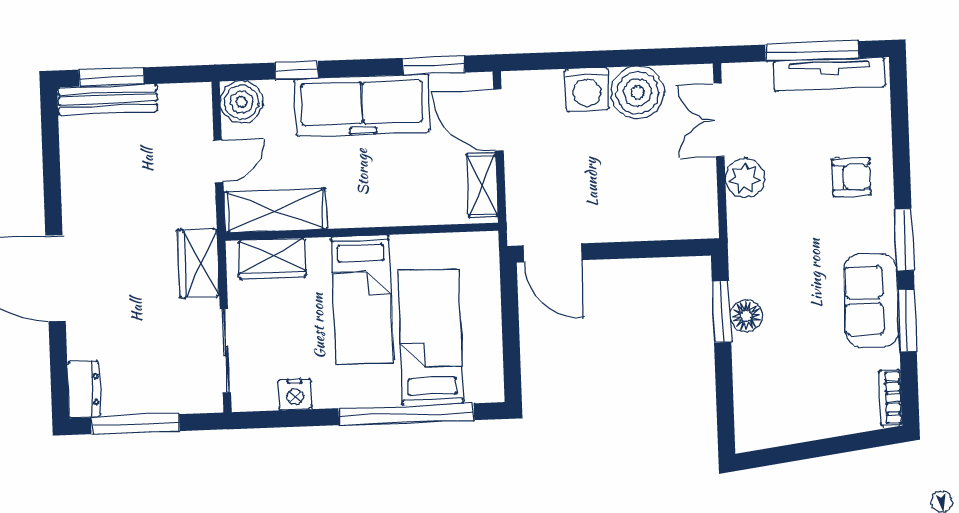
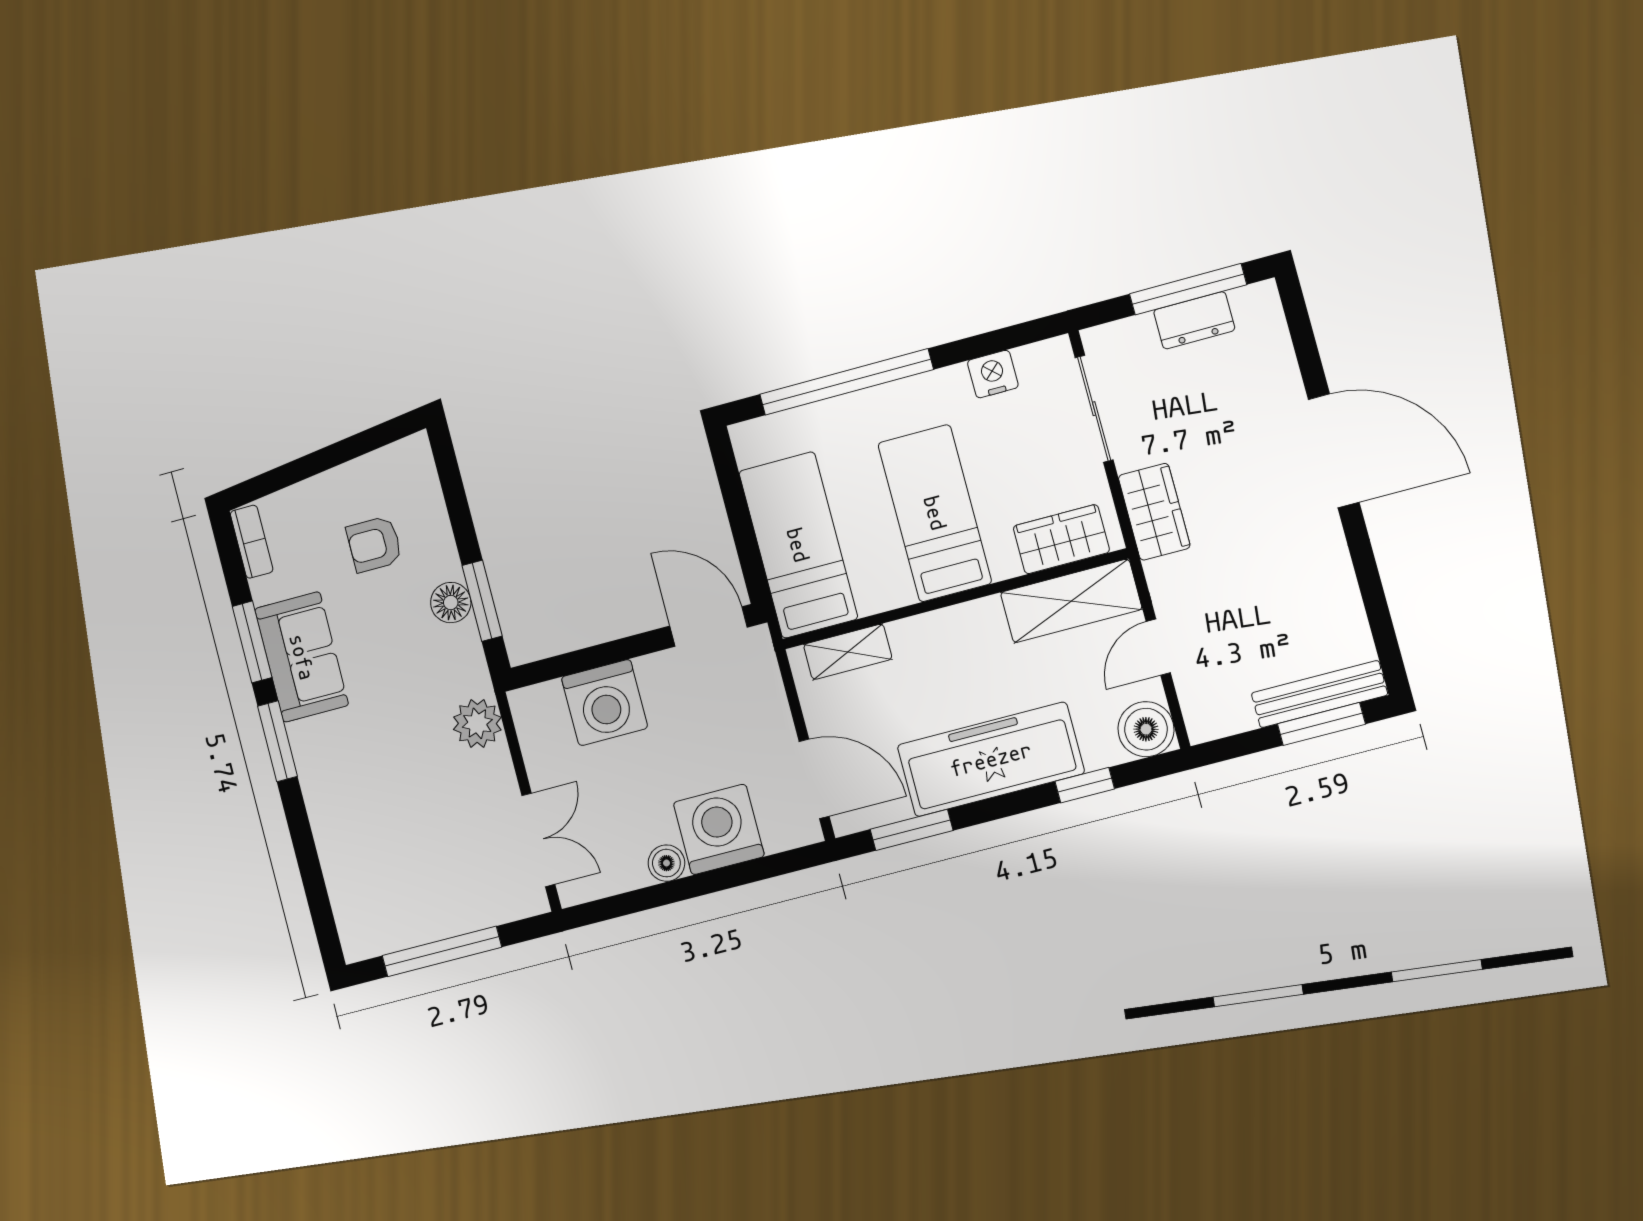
tv unit: (829, 74) -> (415, 927), removed
washing machine: (587, 89) -> (719, 829), width x1.37, depth x1.37
boiler: (638, 93) -> (666, 863), width x0.54, depth x0.54
armchair: (851, 177) -> (374, 544), moved
plant: (745, 178) -> (477, 723), moved
shelving: (482, 185) -> (848, 652), moved, turned 90
washing machine: (645, 213) -> (605, 703), added
bed: (431, 337) -> (798, 545), moved, turned 180
dresser: (84, 389) -> (1194, 320), moved, turned -90

